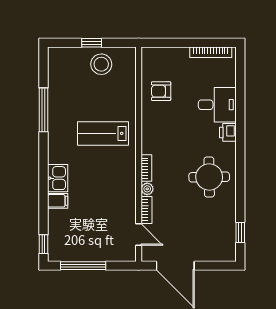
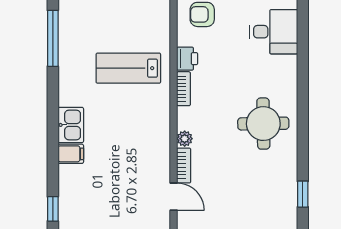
printer: (228, 132) -> (187, 59), moved, turned 180
bookcase: (146, 168) -> (184, 89), moved

